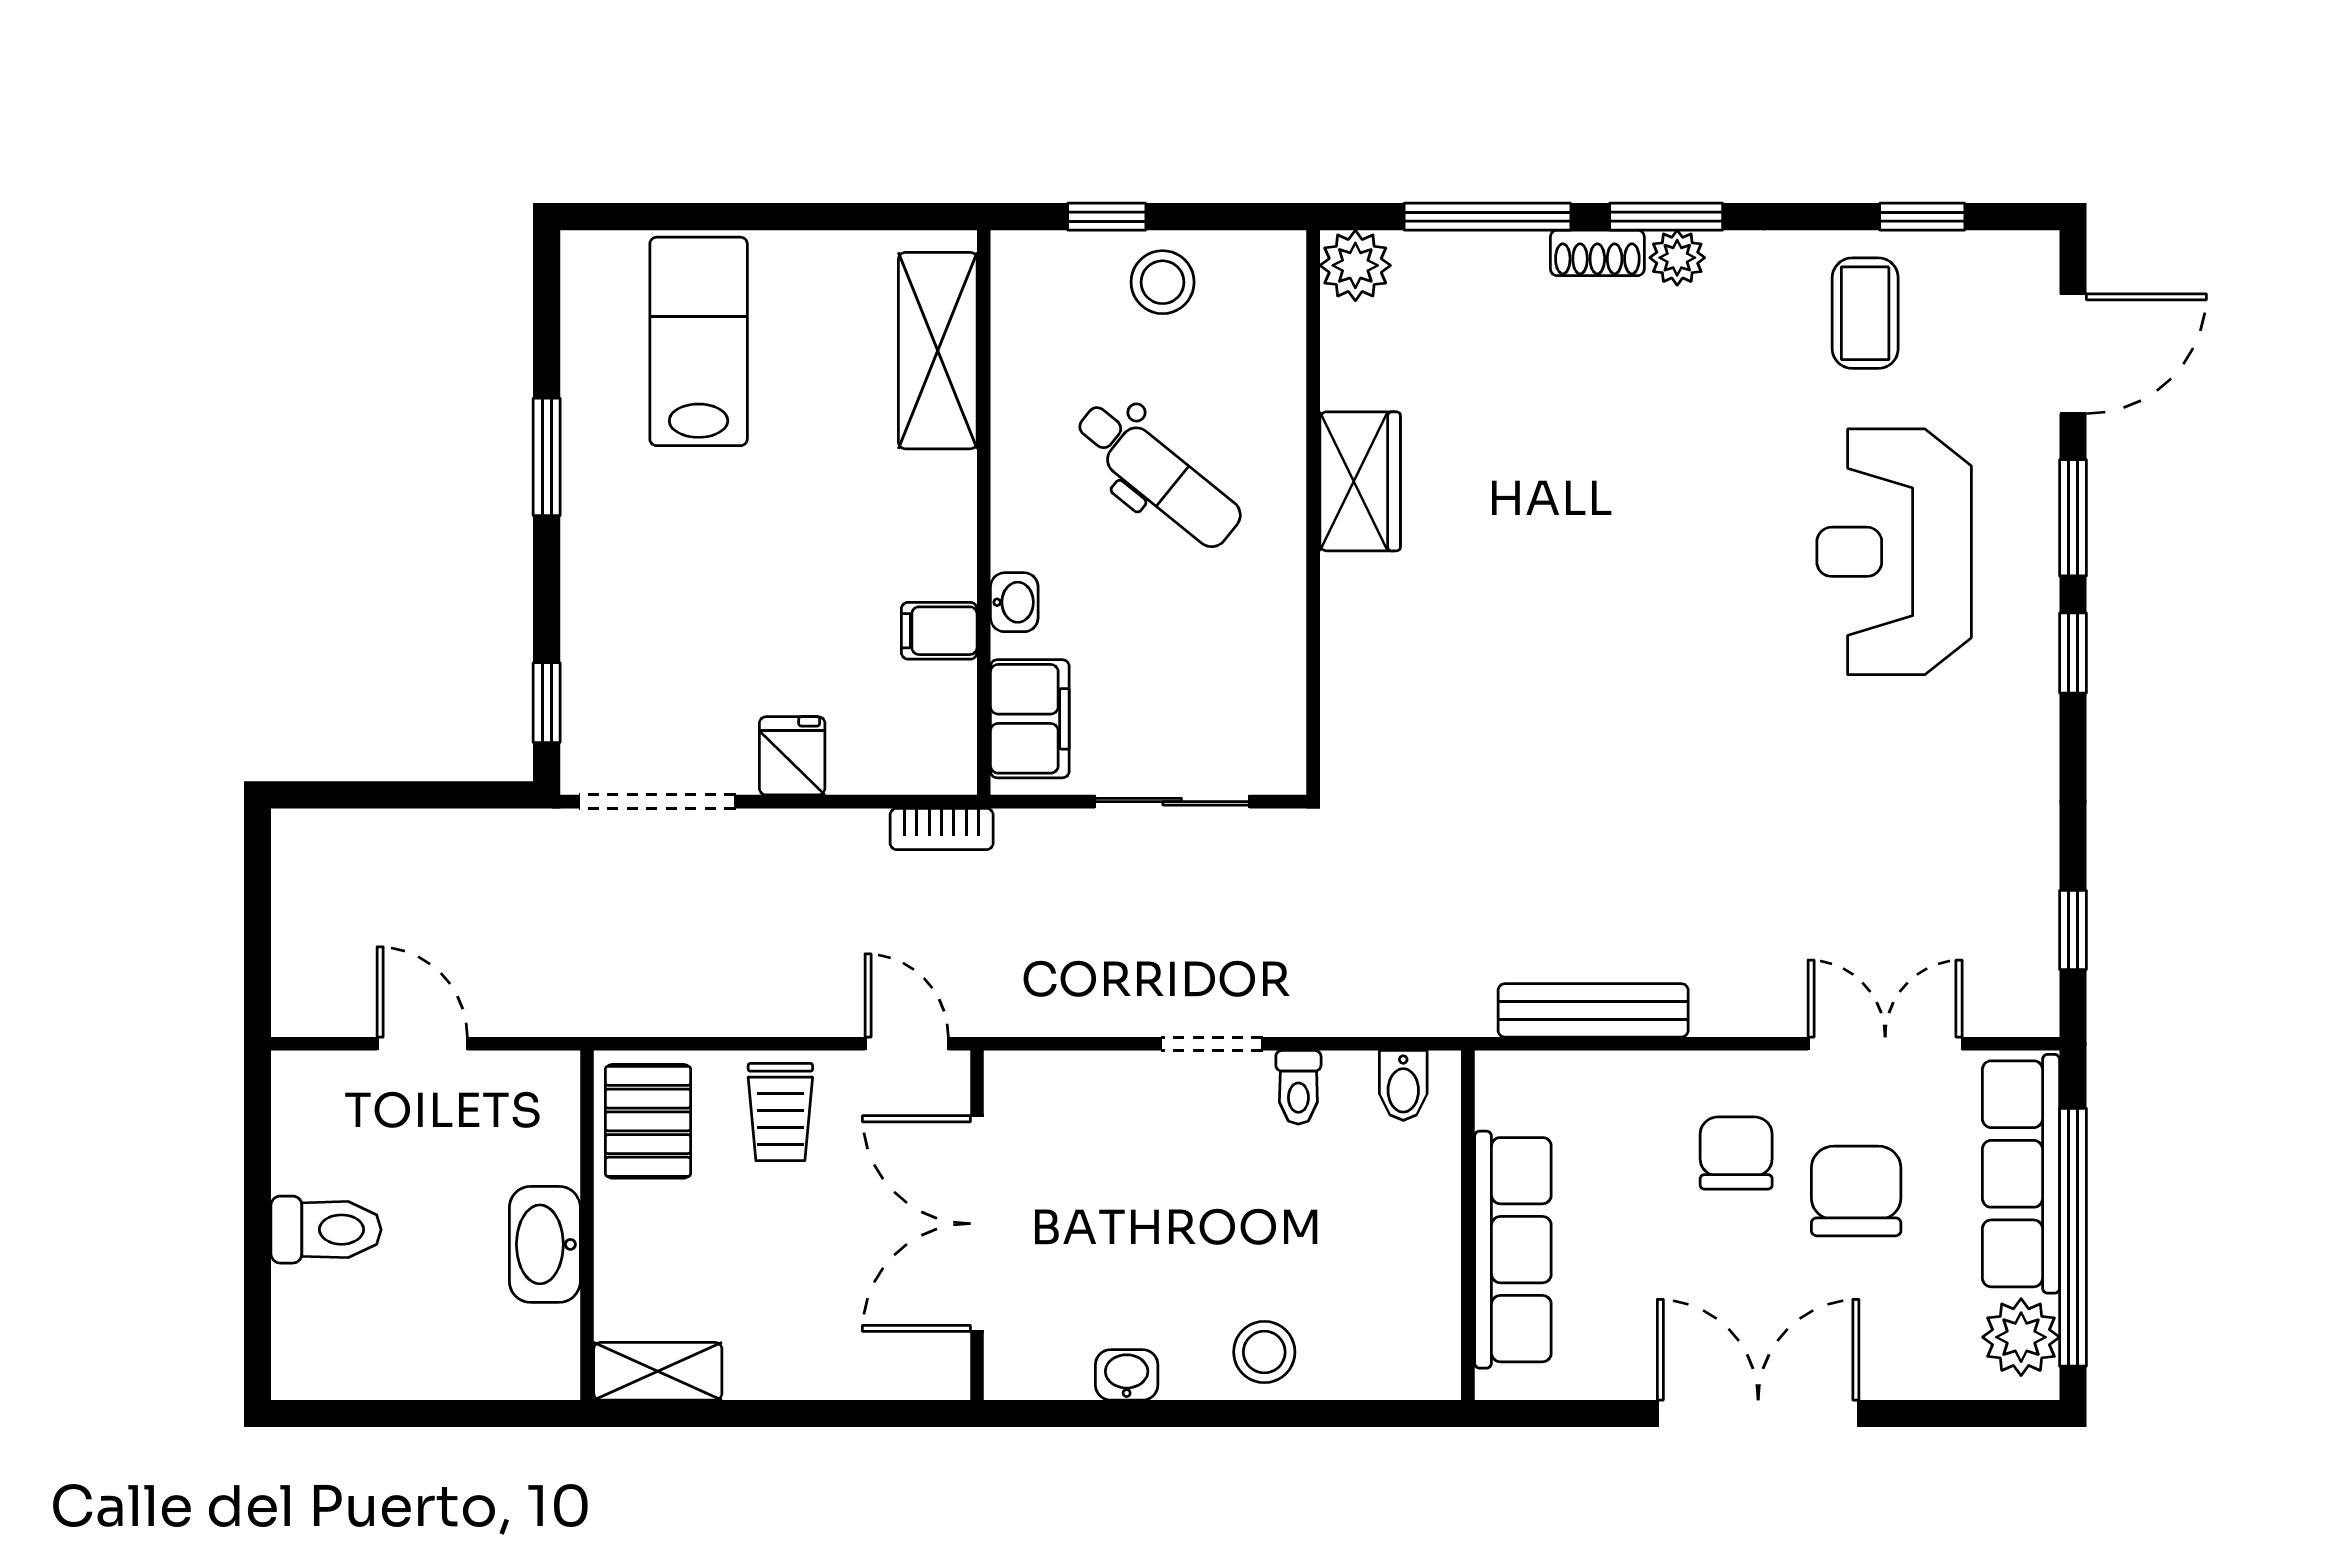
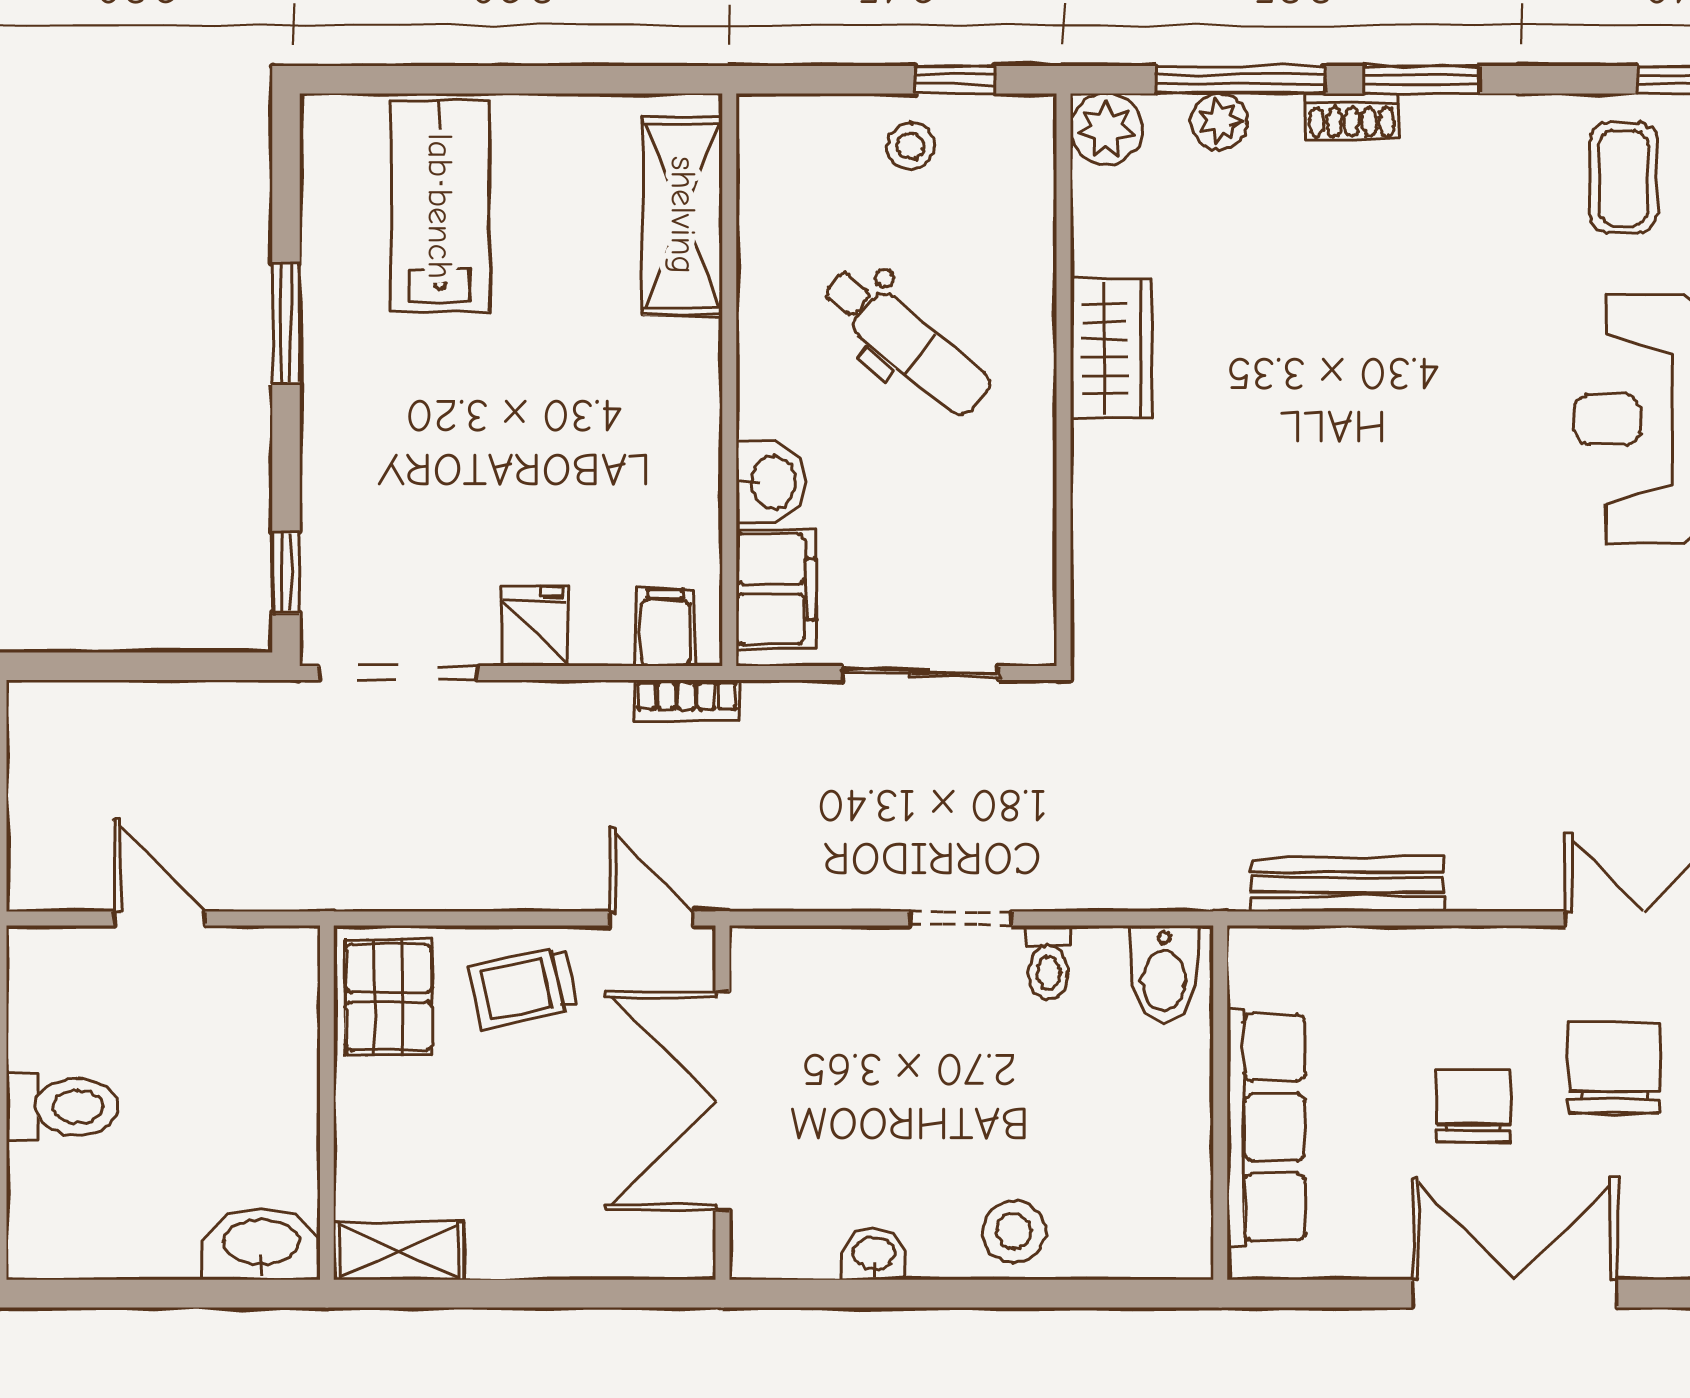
window: (1107, 217) -> (955, 80), moved
plant: (1677, 258) -> (1220, 121), moved
stool: (1163, 282) -> (911, 146), width x0.73, depth x0.73
washbasin: (1014, 602) -> (771, 482), width x1.38, depth x1.45
filing cabinet: (939, 631) -> (665, 628), moved, turned 90
bidet: (1403, 1085) -> (1164, 974), width x1.38, depth x1.36
trolley: (780, 1112) -> (523, 988), turned 78
chair: (1736, 1153) -> (1473, 1106), moved
washbasin: (545, 1244) -> (261, 1244), moved, turned 90

